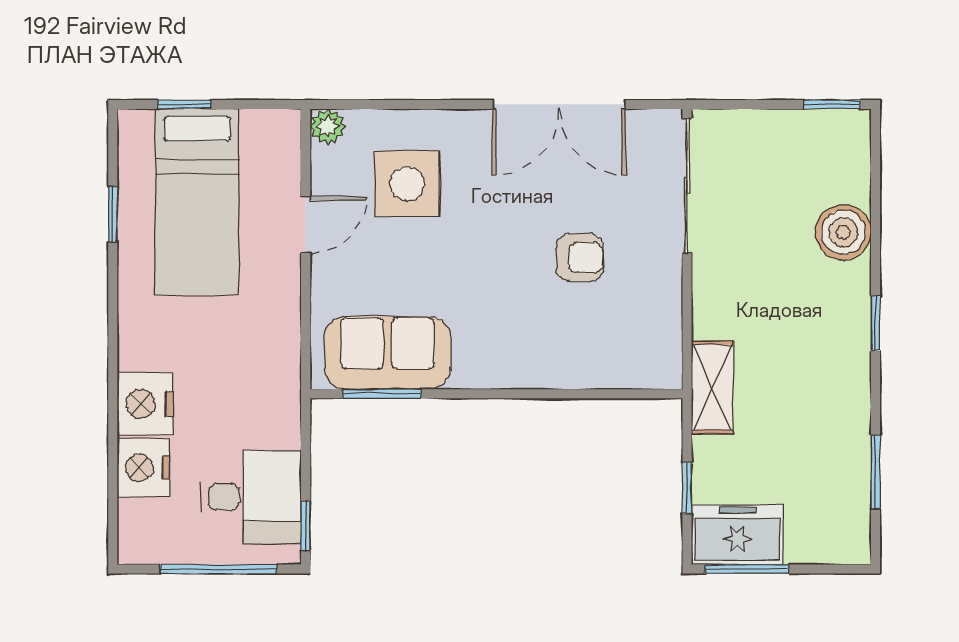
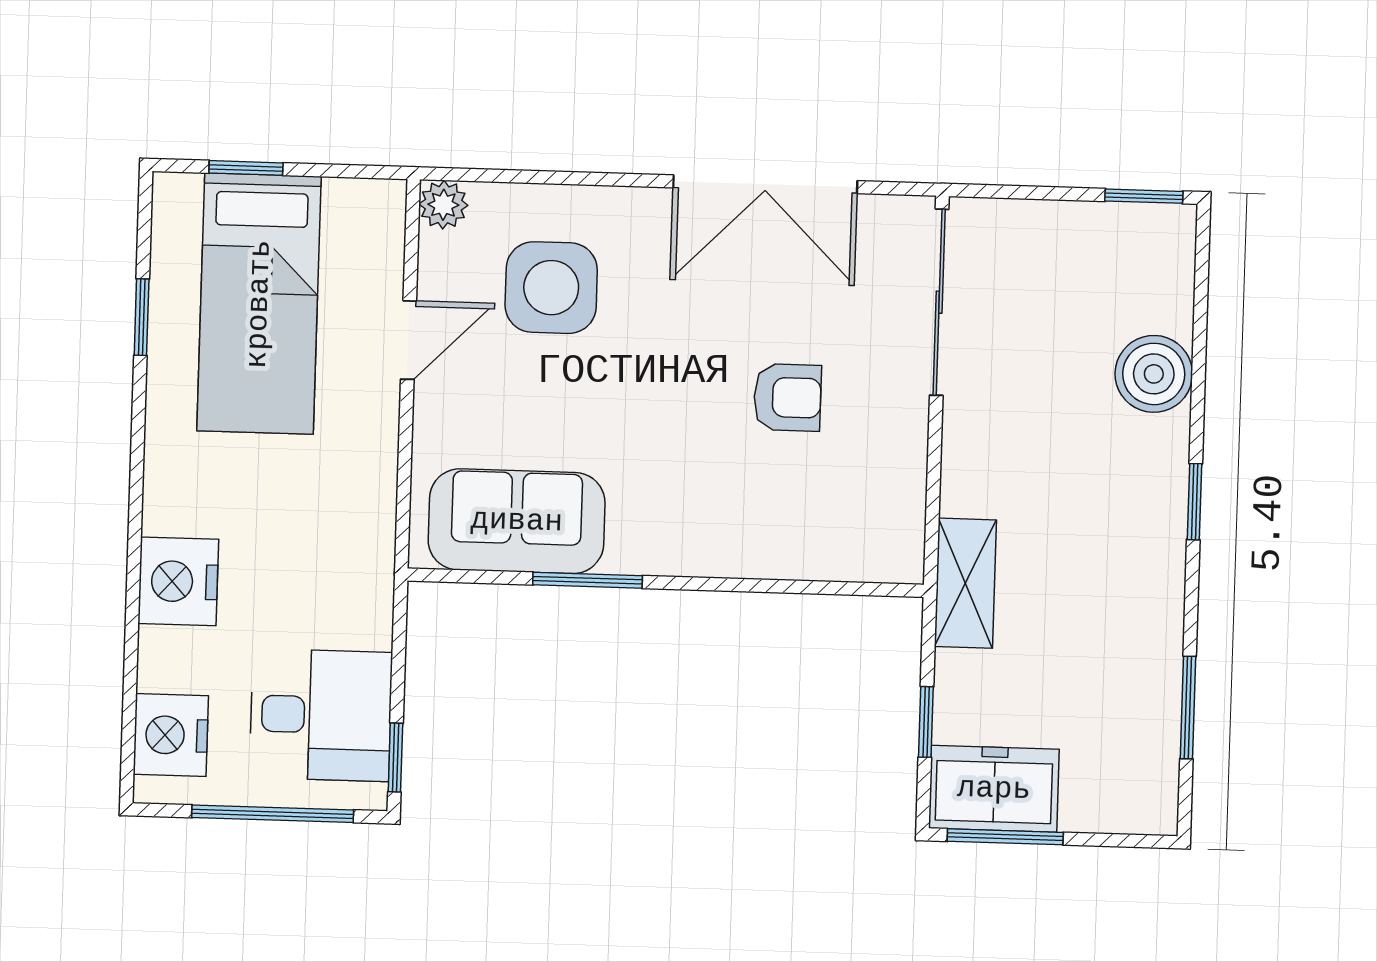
window: (382, 394) -> (588, 580), moved
nightstand: (143, 468) -> (171, 735), moved

